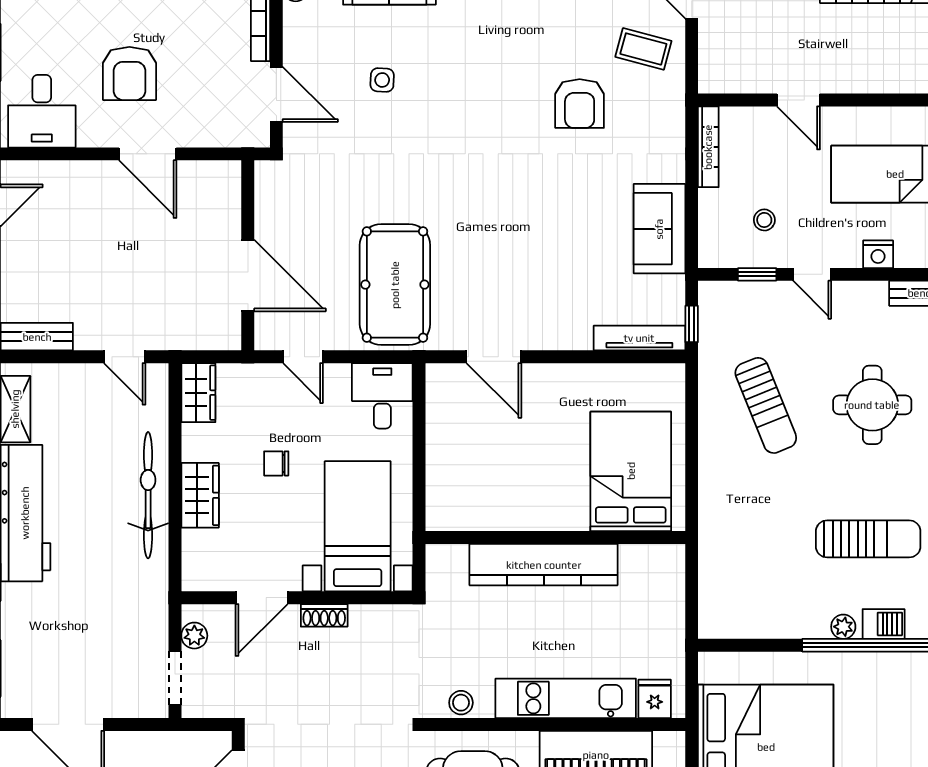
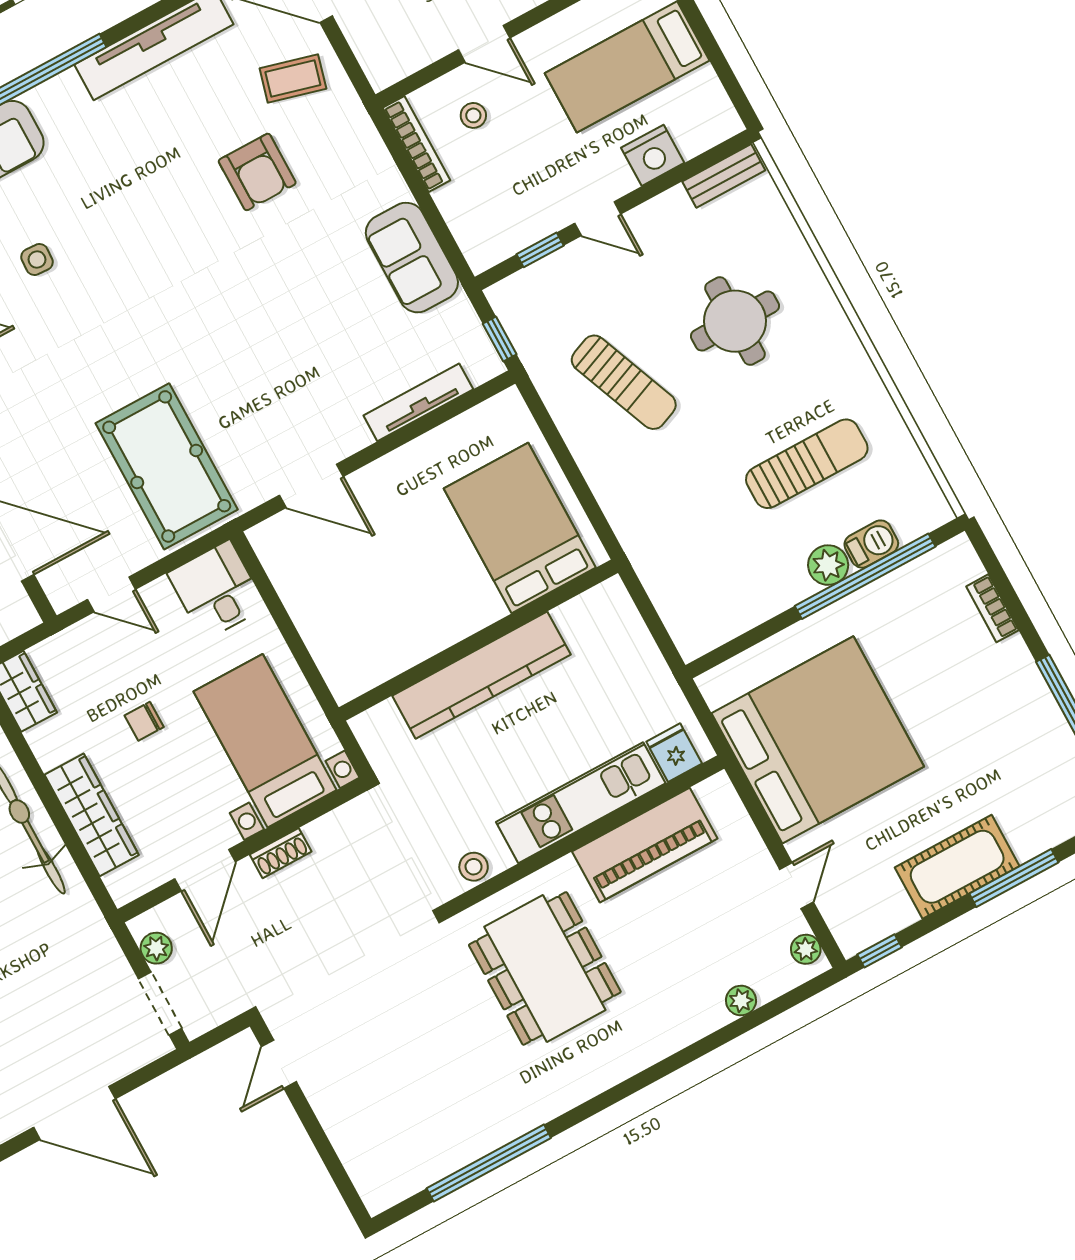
stool: (764, 220) -> (473, 115), moved
nightstand: (878, 254) -> (653, 155), width x1.36, depth x1.33
tv unit: (639, 338) -> (418, 402), moved
wardrobe: (200, 495) -> (92, 815), width x1.50
plant: (843, 627) -> (828, 565), width x1.38, depth x1.38

